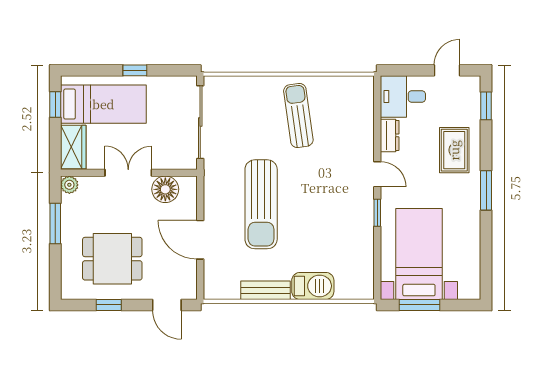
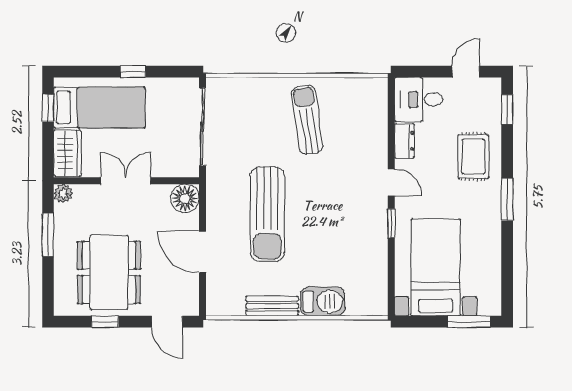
floor lamp: (165, 189) -> (185, 198), moved
dining table: (112, 259) -> (109, 272), width x1.38
window: (420, 305) -> (469, 322), moved

